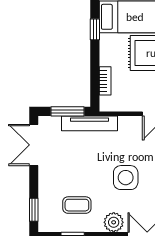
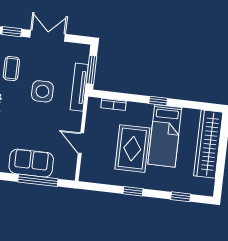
double door: (34, 145) -> (48, 36), moved
side table: (126, 178) -> (42, 91), moved

